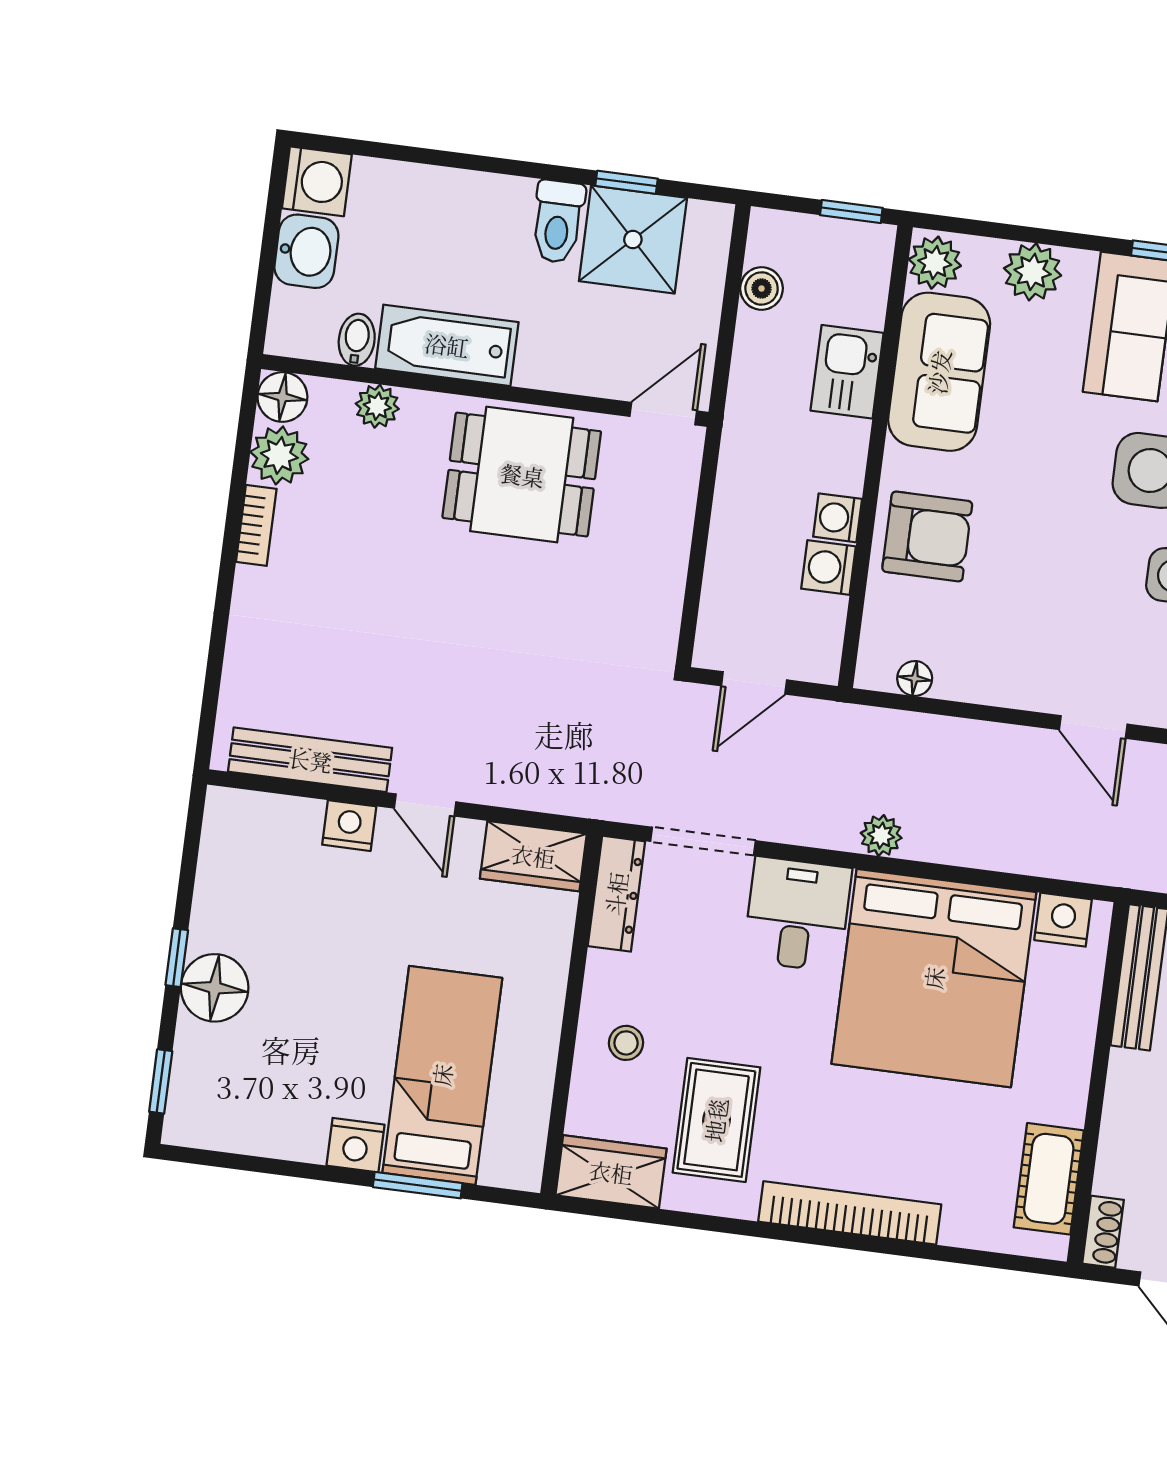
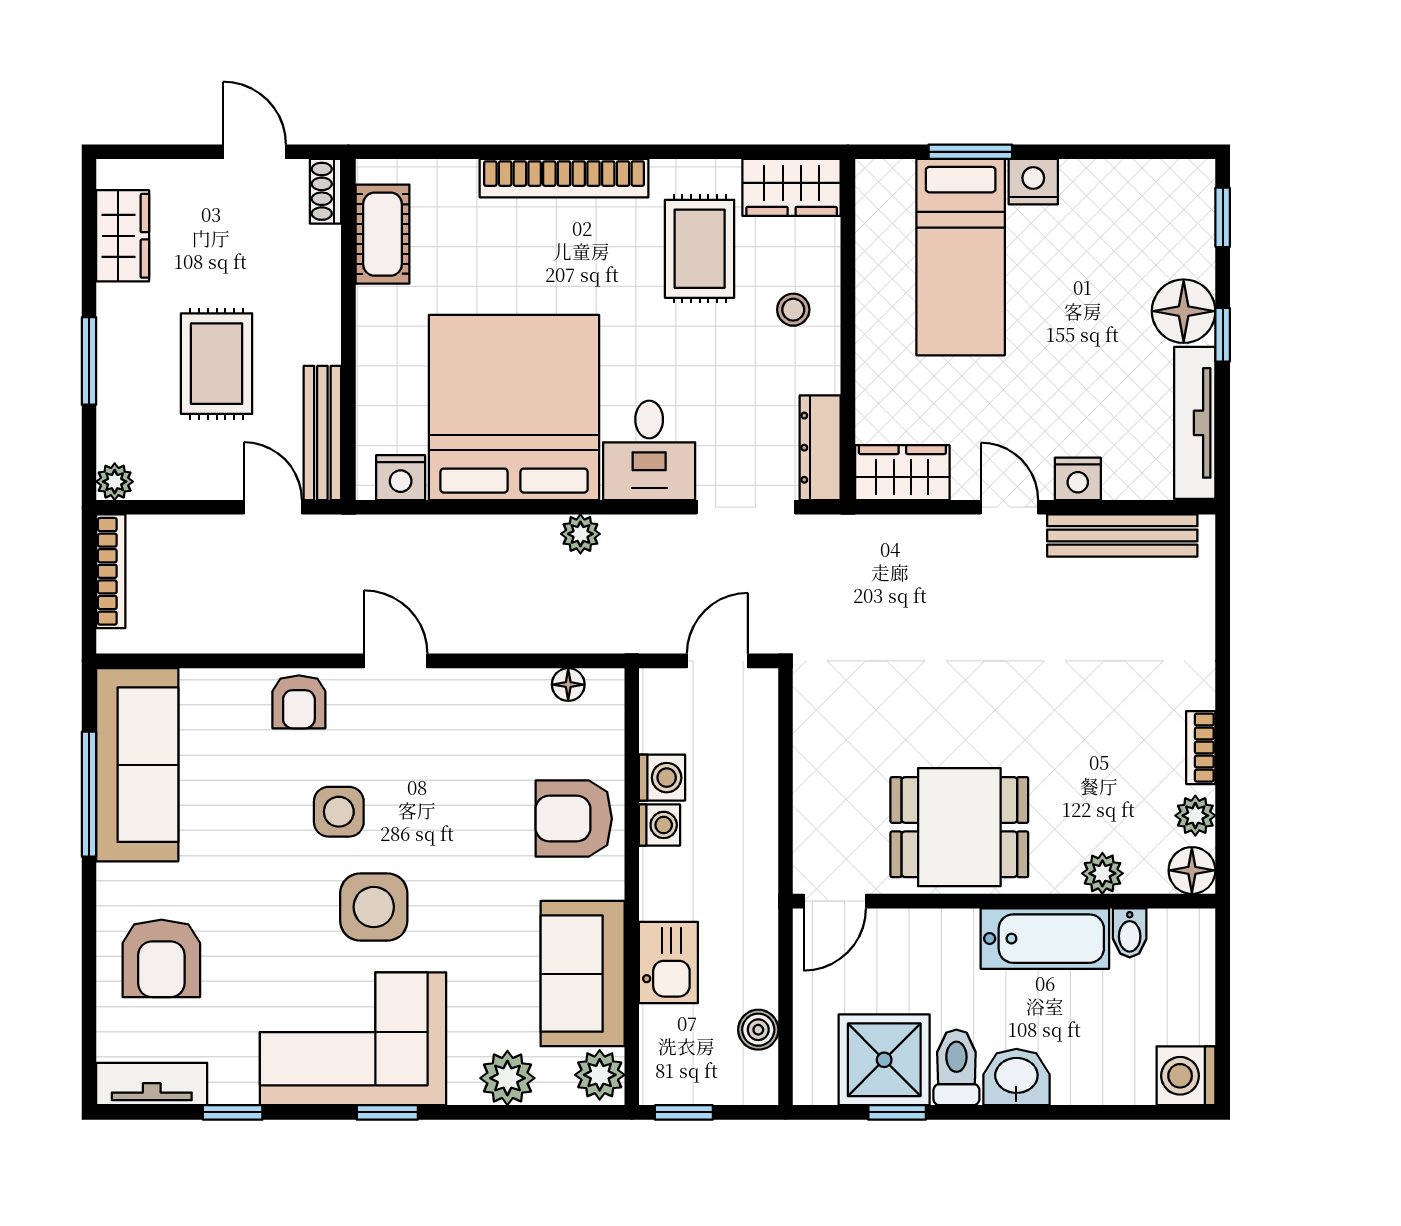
washbasin: (306, 251) -> (1016, 1077), moved, turned 90
plant: (279, 455) -> (1195, 816), width x0.73, depth x0.73
tv unit: (218, 869) -> (1195, 423), added

